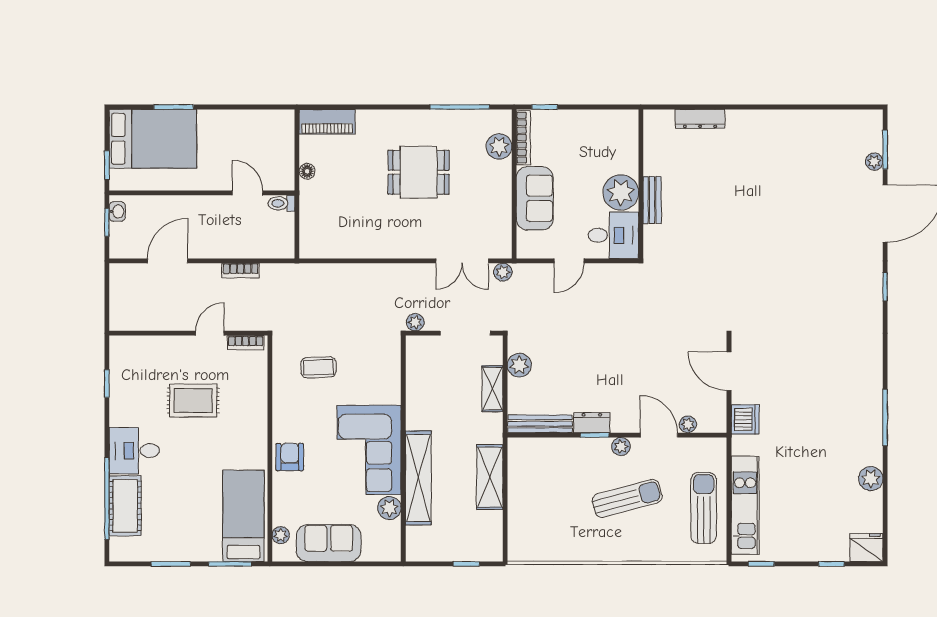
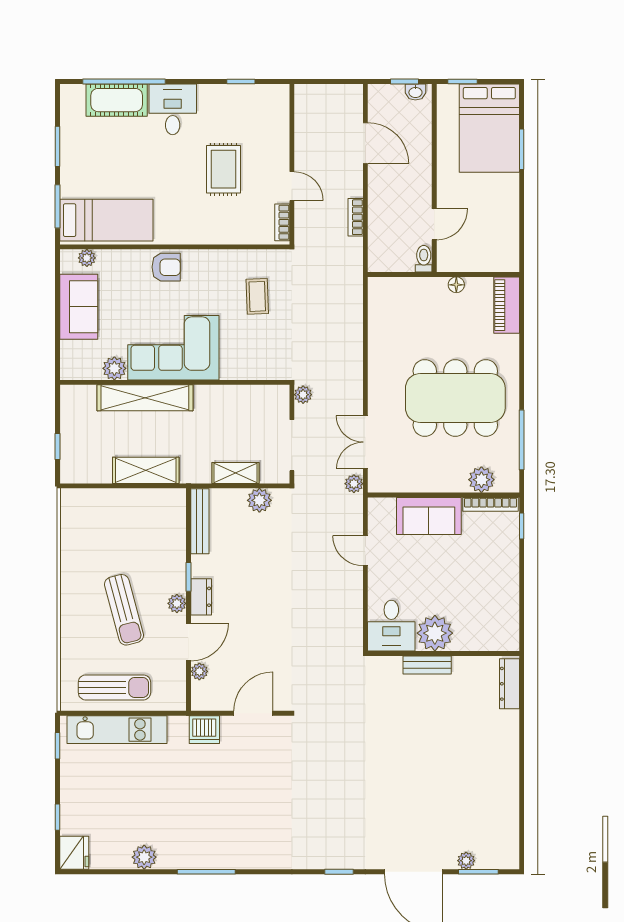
dining table: (419, 172) -> (455, 398), width x1.88, depth x1.24
wall: (641, 184) -> (443, 654), moved
plant: (621, 192) -> (435, 633), moved
bench: (652, 200) -> (427, 665), moved
desk: (613, 235) -> (391, 626), moved
dresser: (592, 423) -> (201, 597), moved

